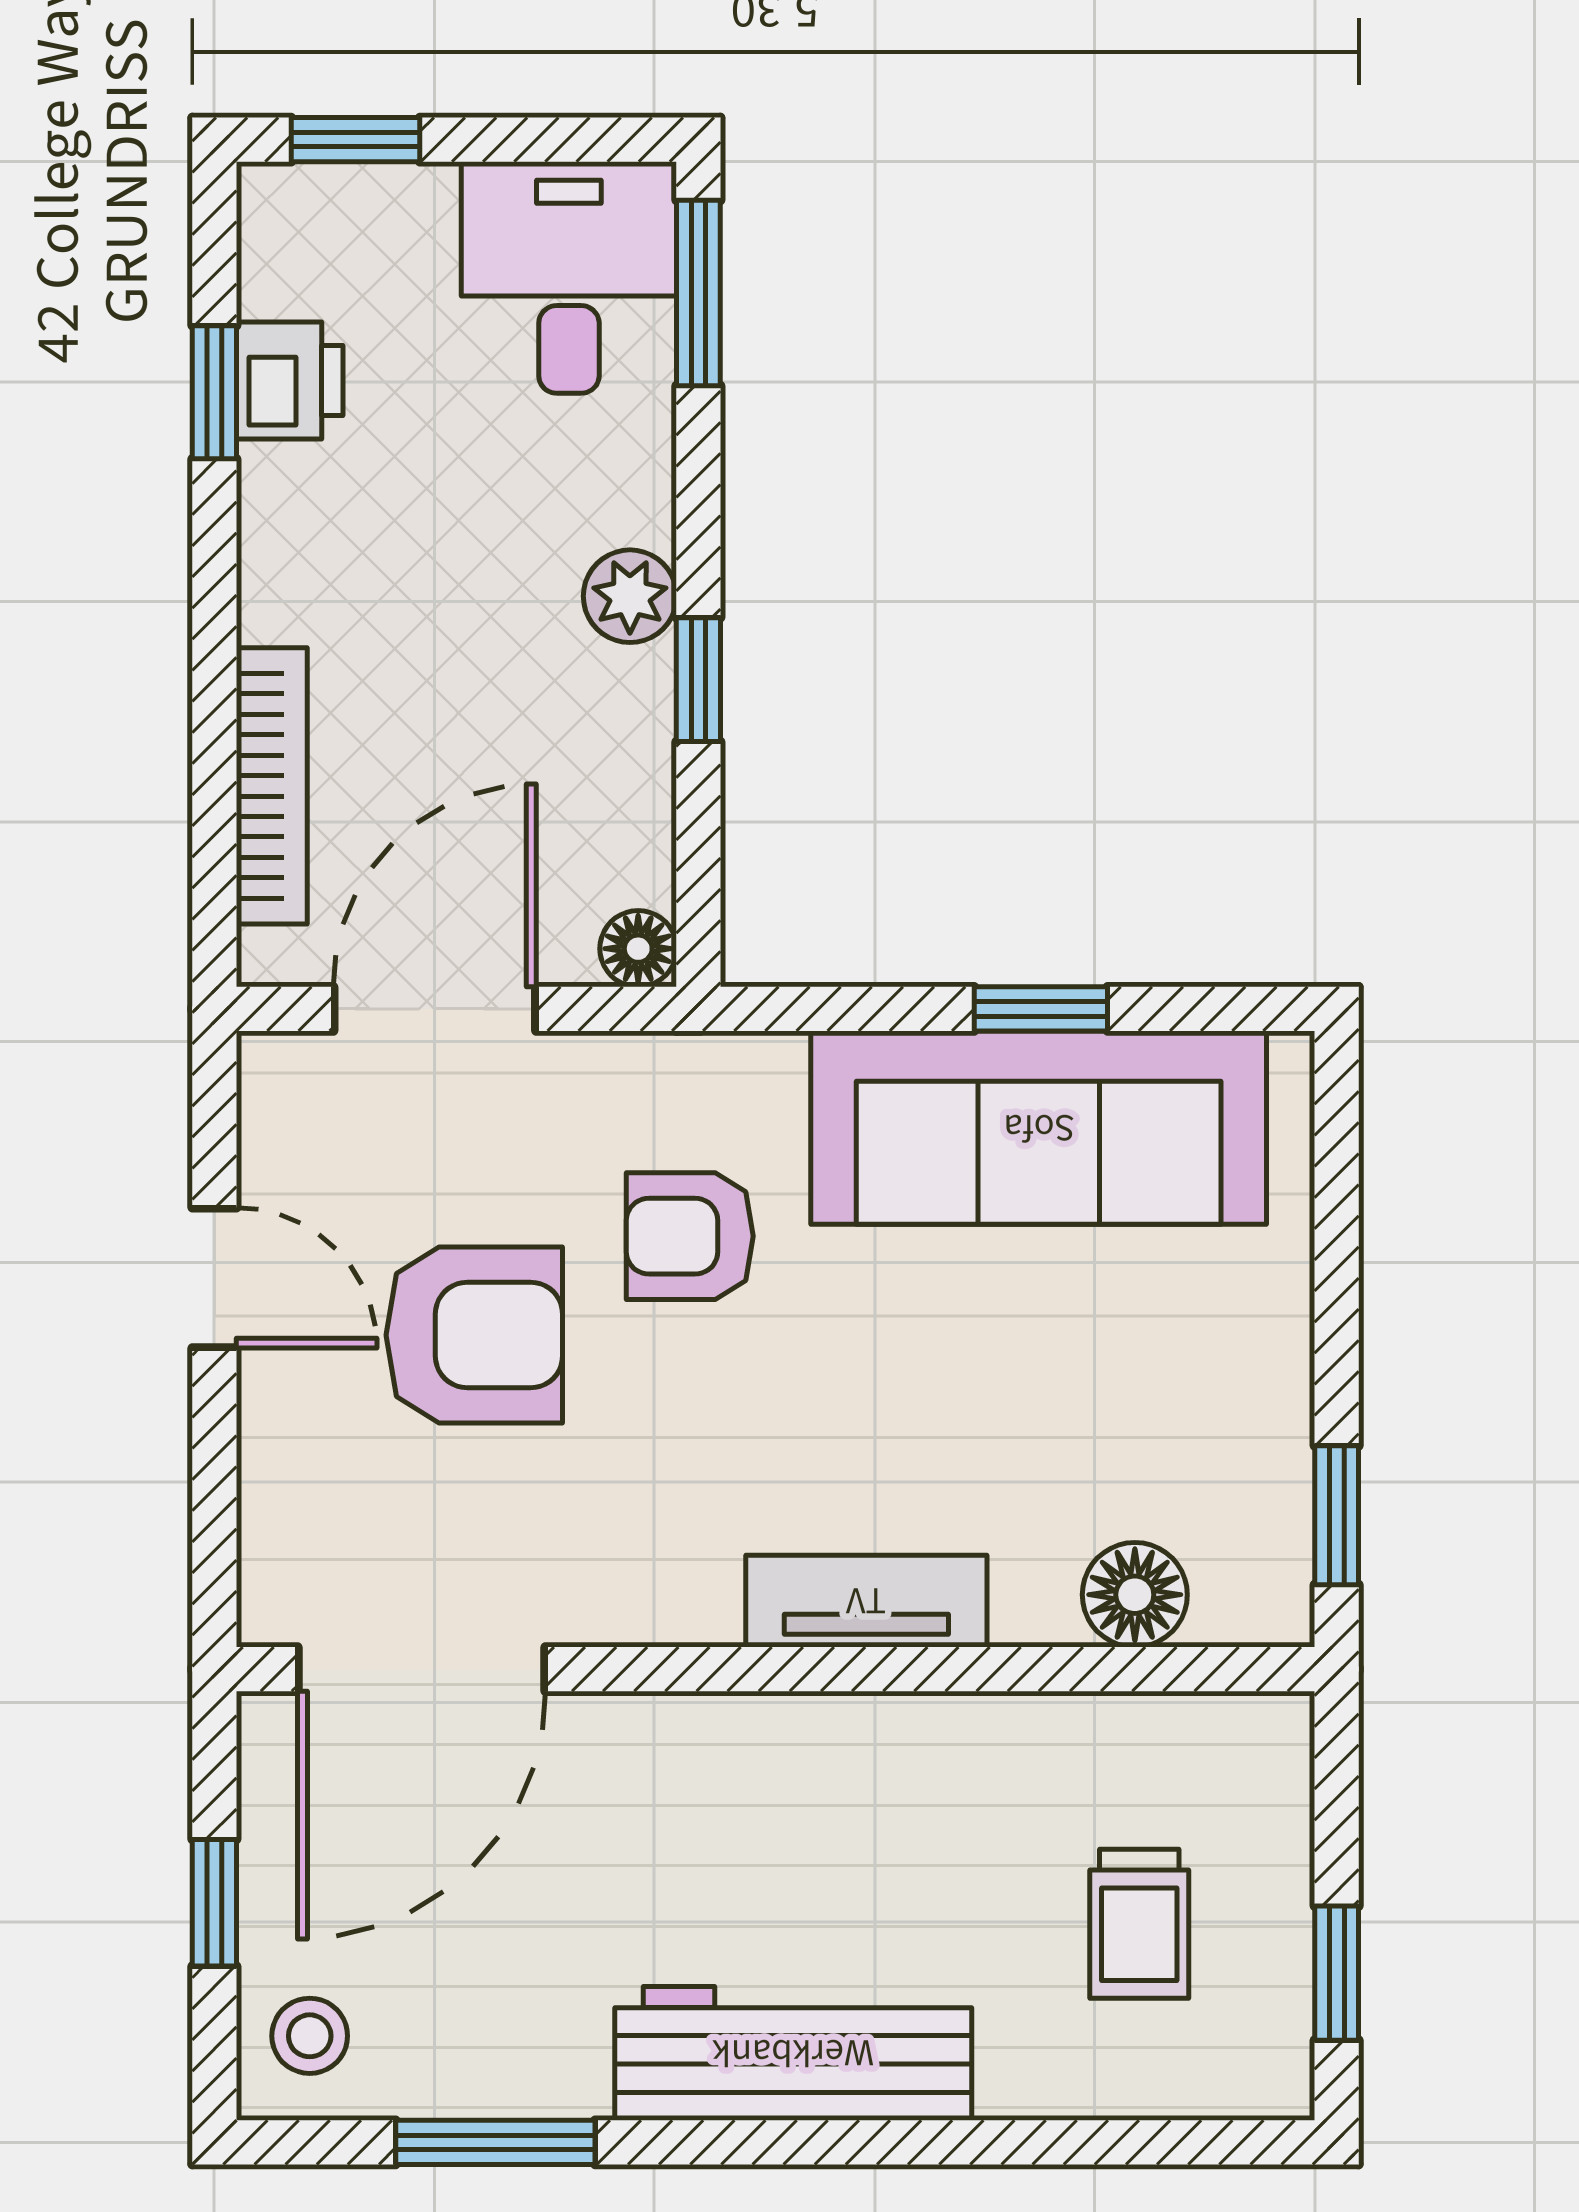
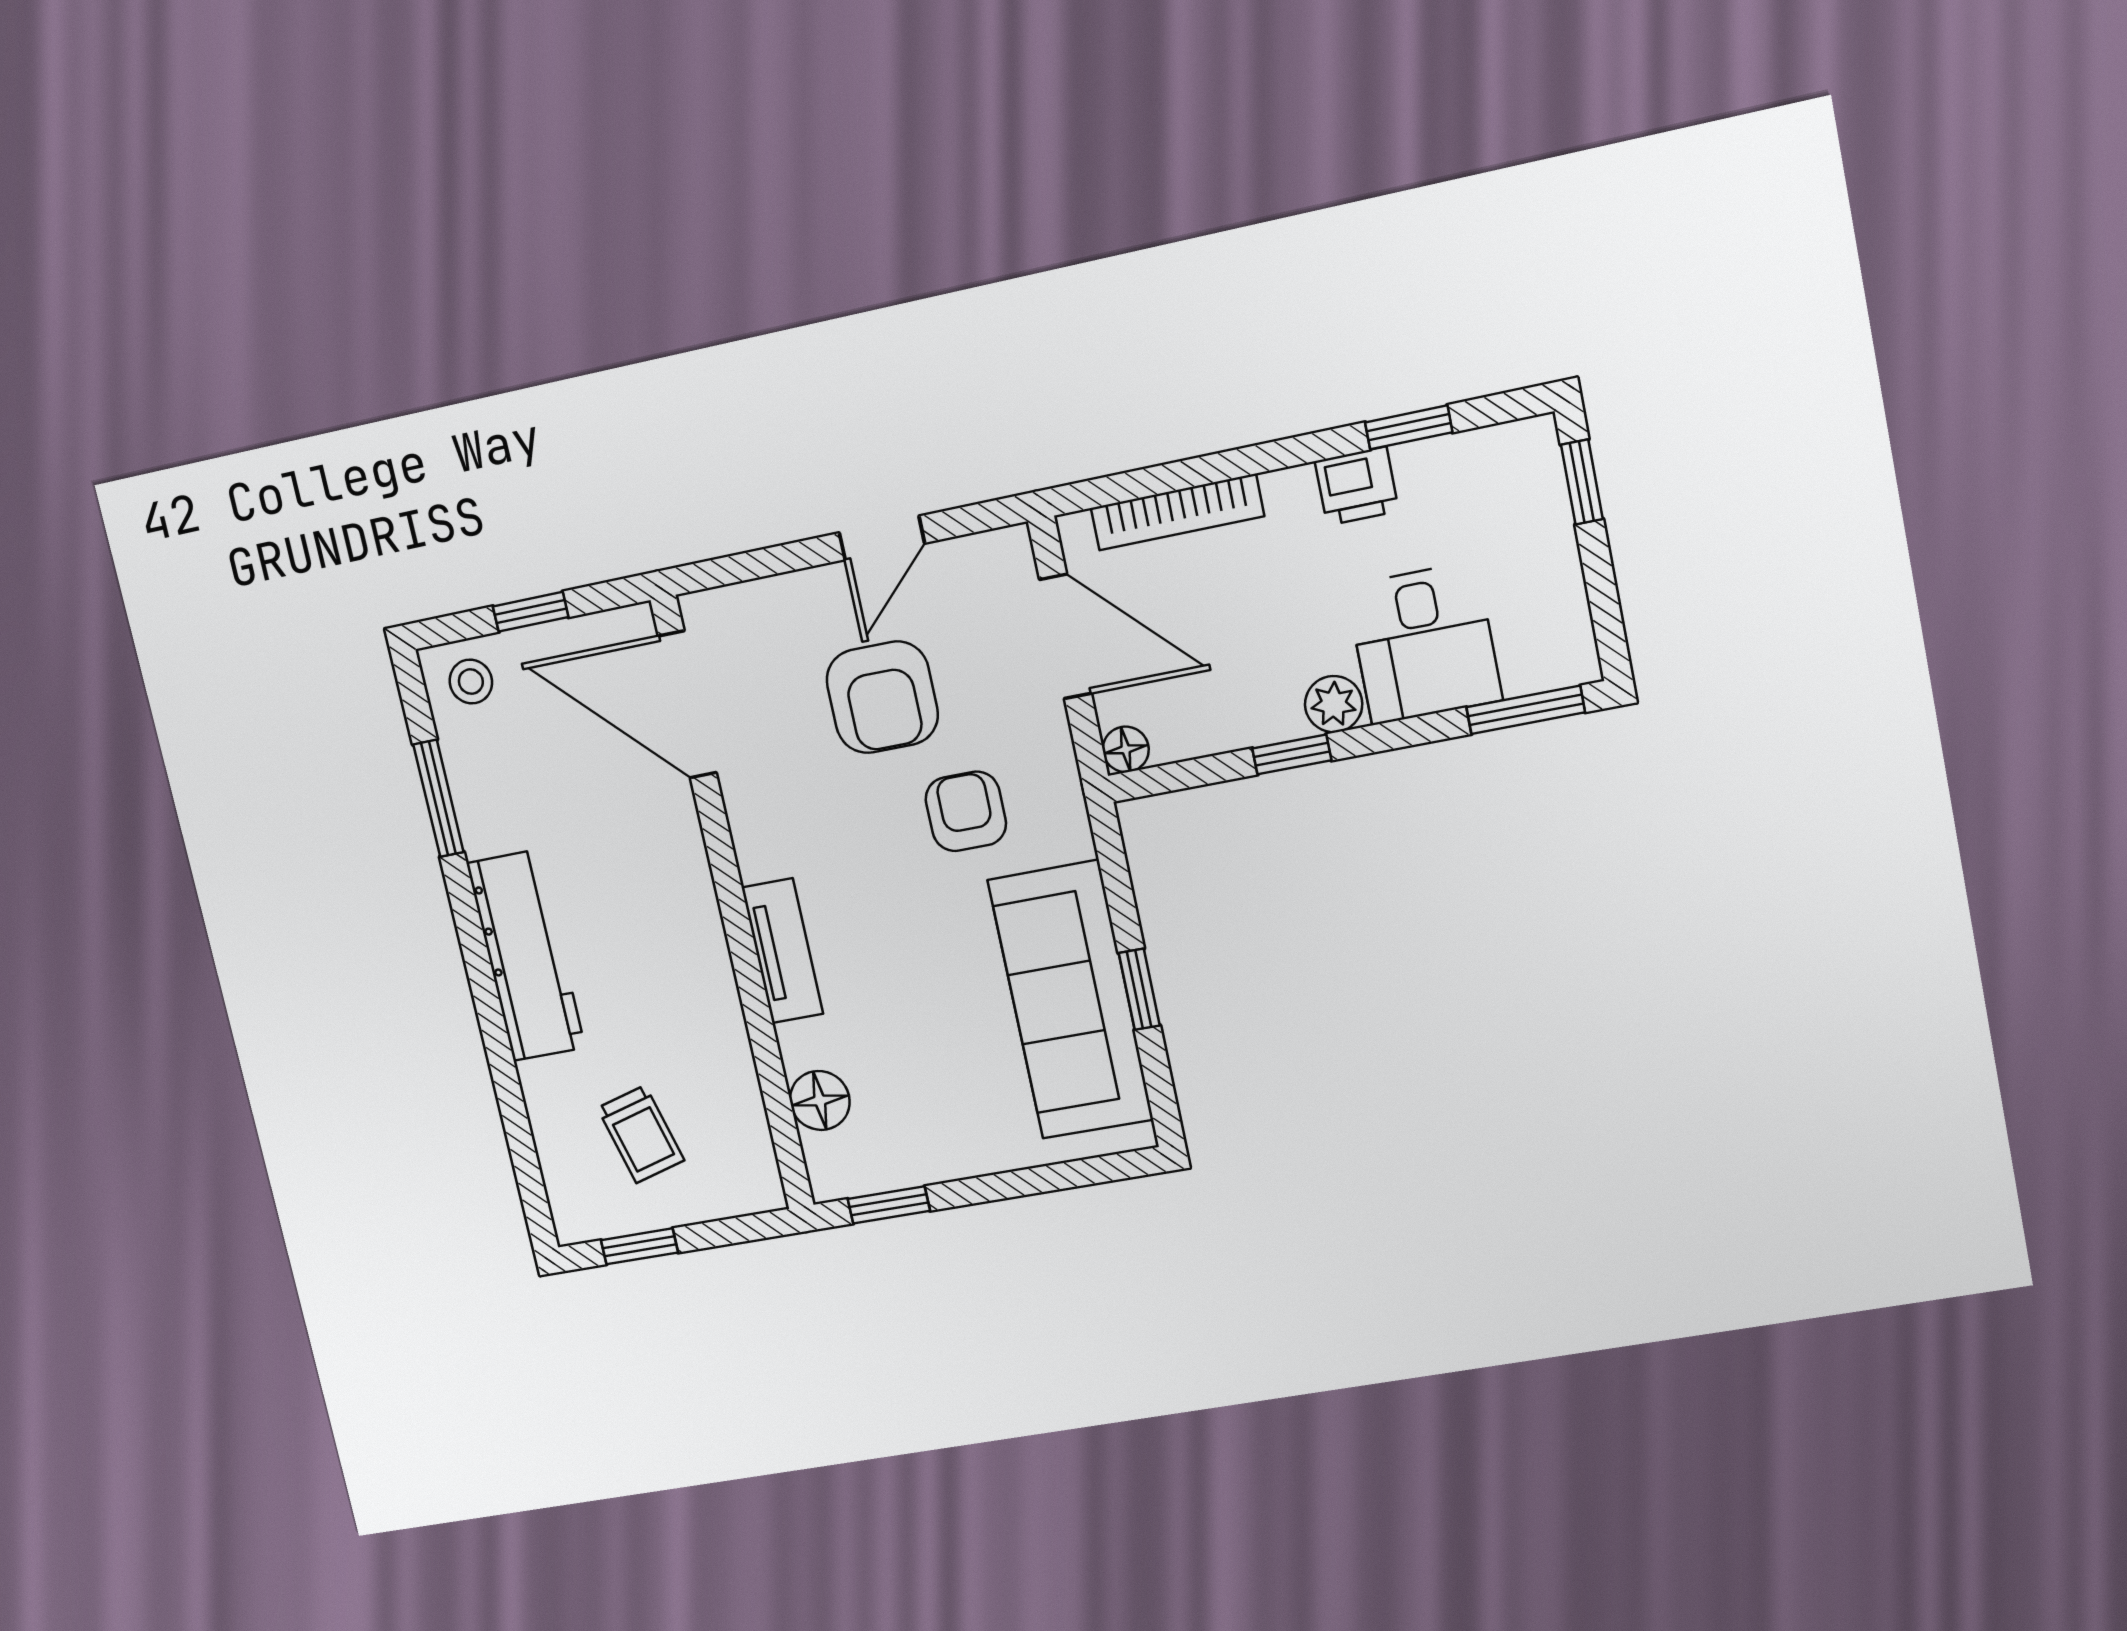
desk: (569, 278) -> (1424, 643), moved, turned 90
printer: (290, 380) -> (1357, 486), moved
trolley: (1139, 1924) -> (641, 1134), turned -105

